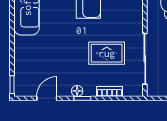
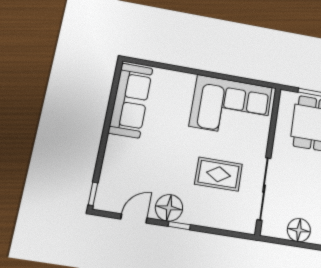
floor lamp: (77, 91) -> (169, 208), width x1.89, depth x1.89
bookcase: (109, 91) -> (215, 222), removed

